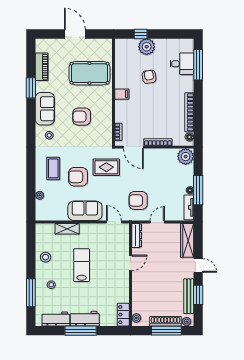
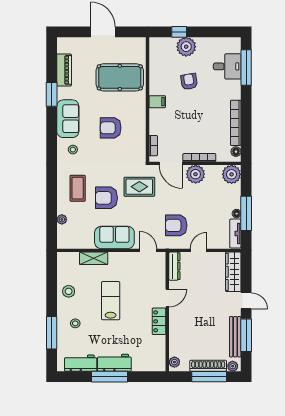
plant: (155, 156) -> (196, 174), added
window: (198, 295) -> (246, 335), width x1.44
locker: (123, 315) -> (159, 321), moved

